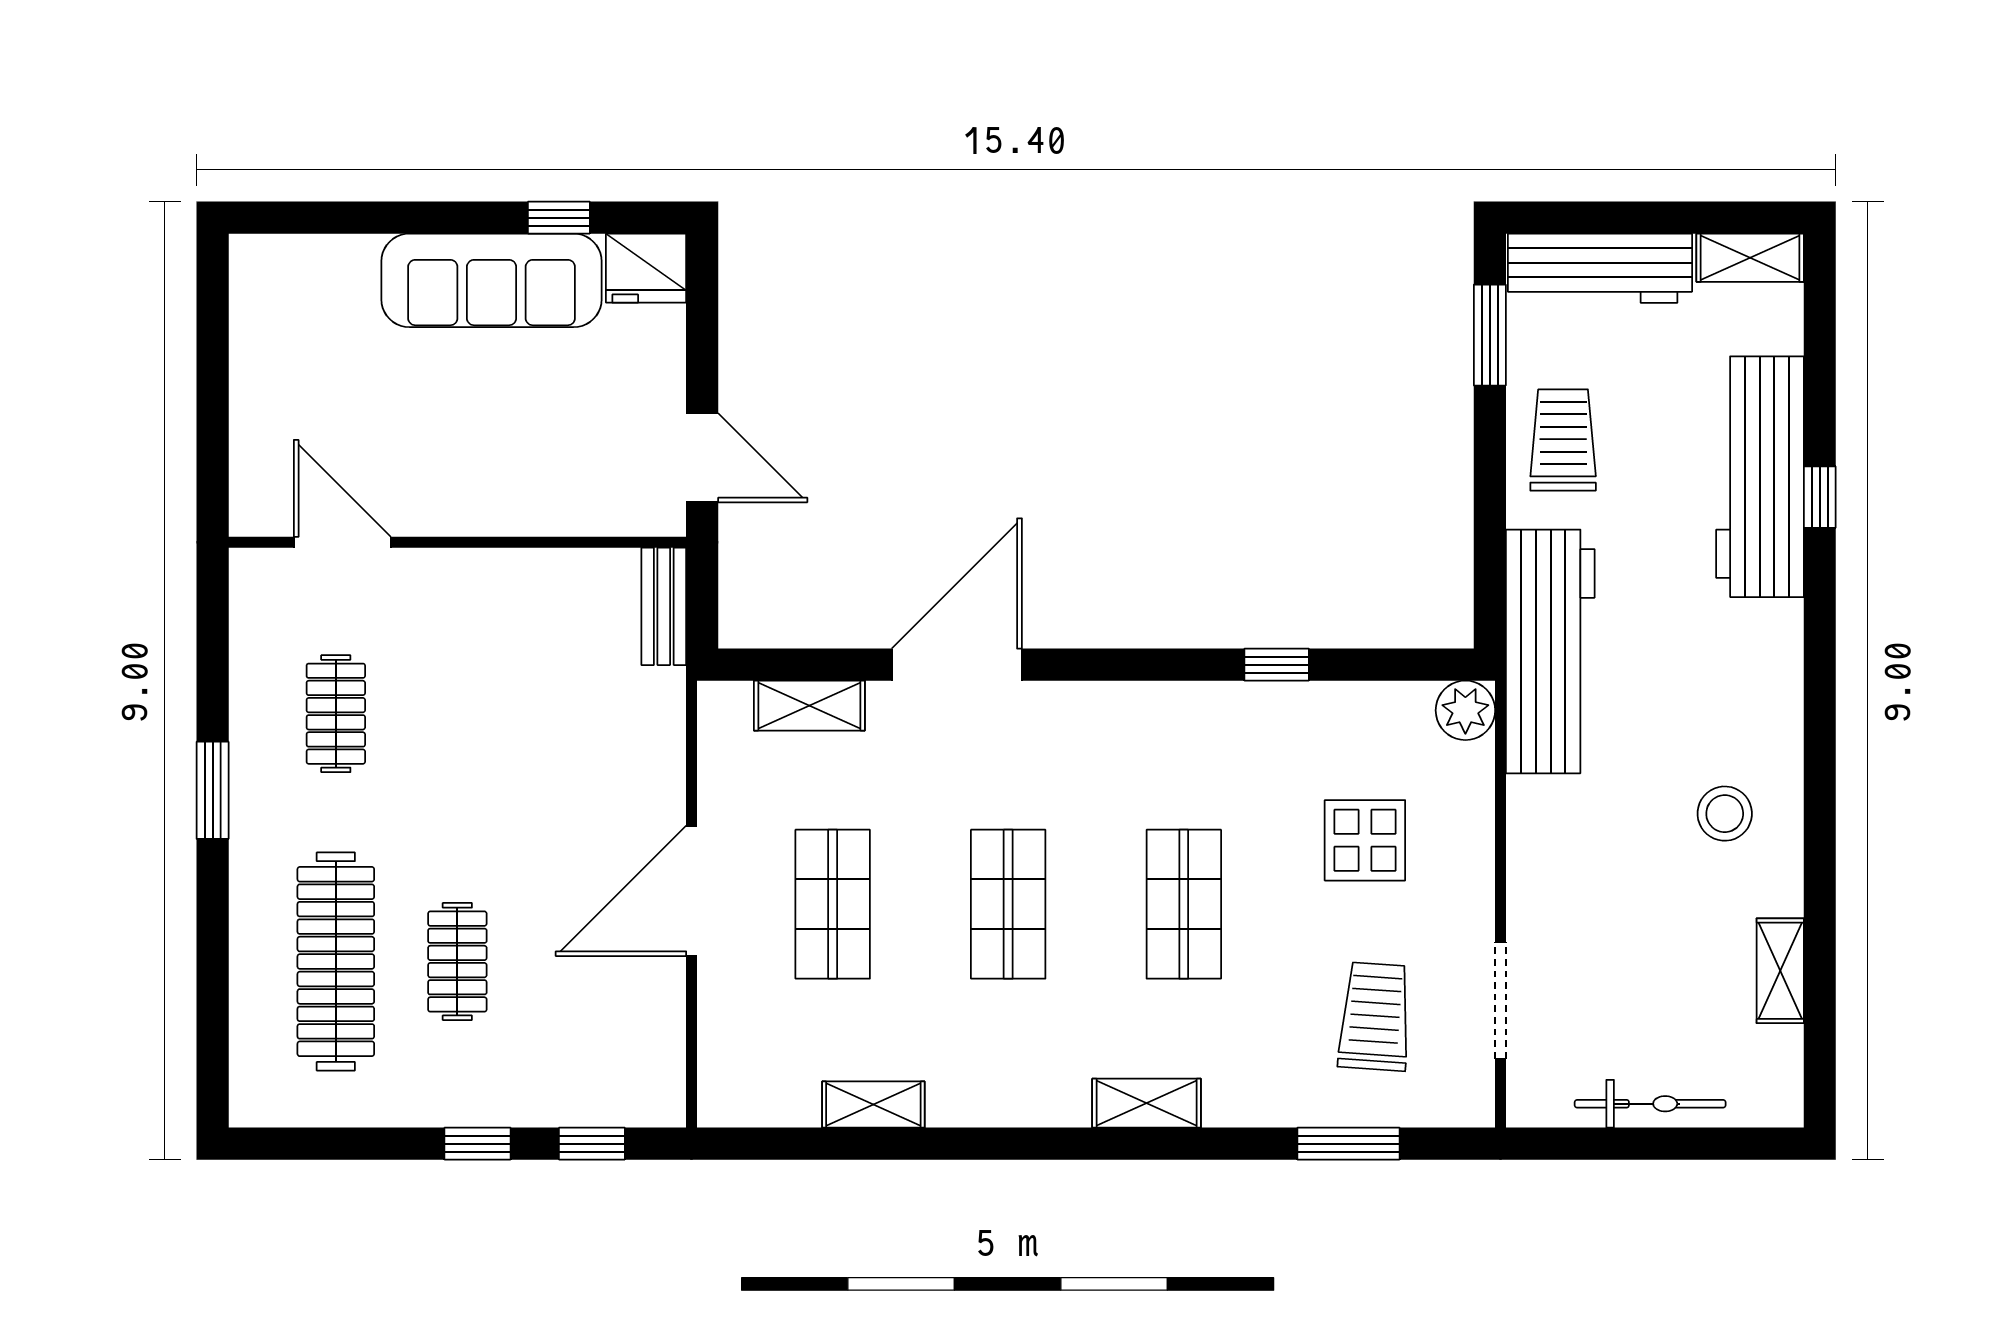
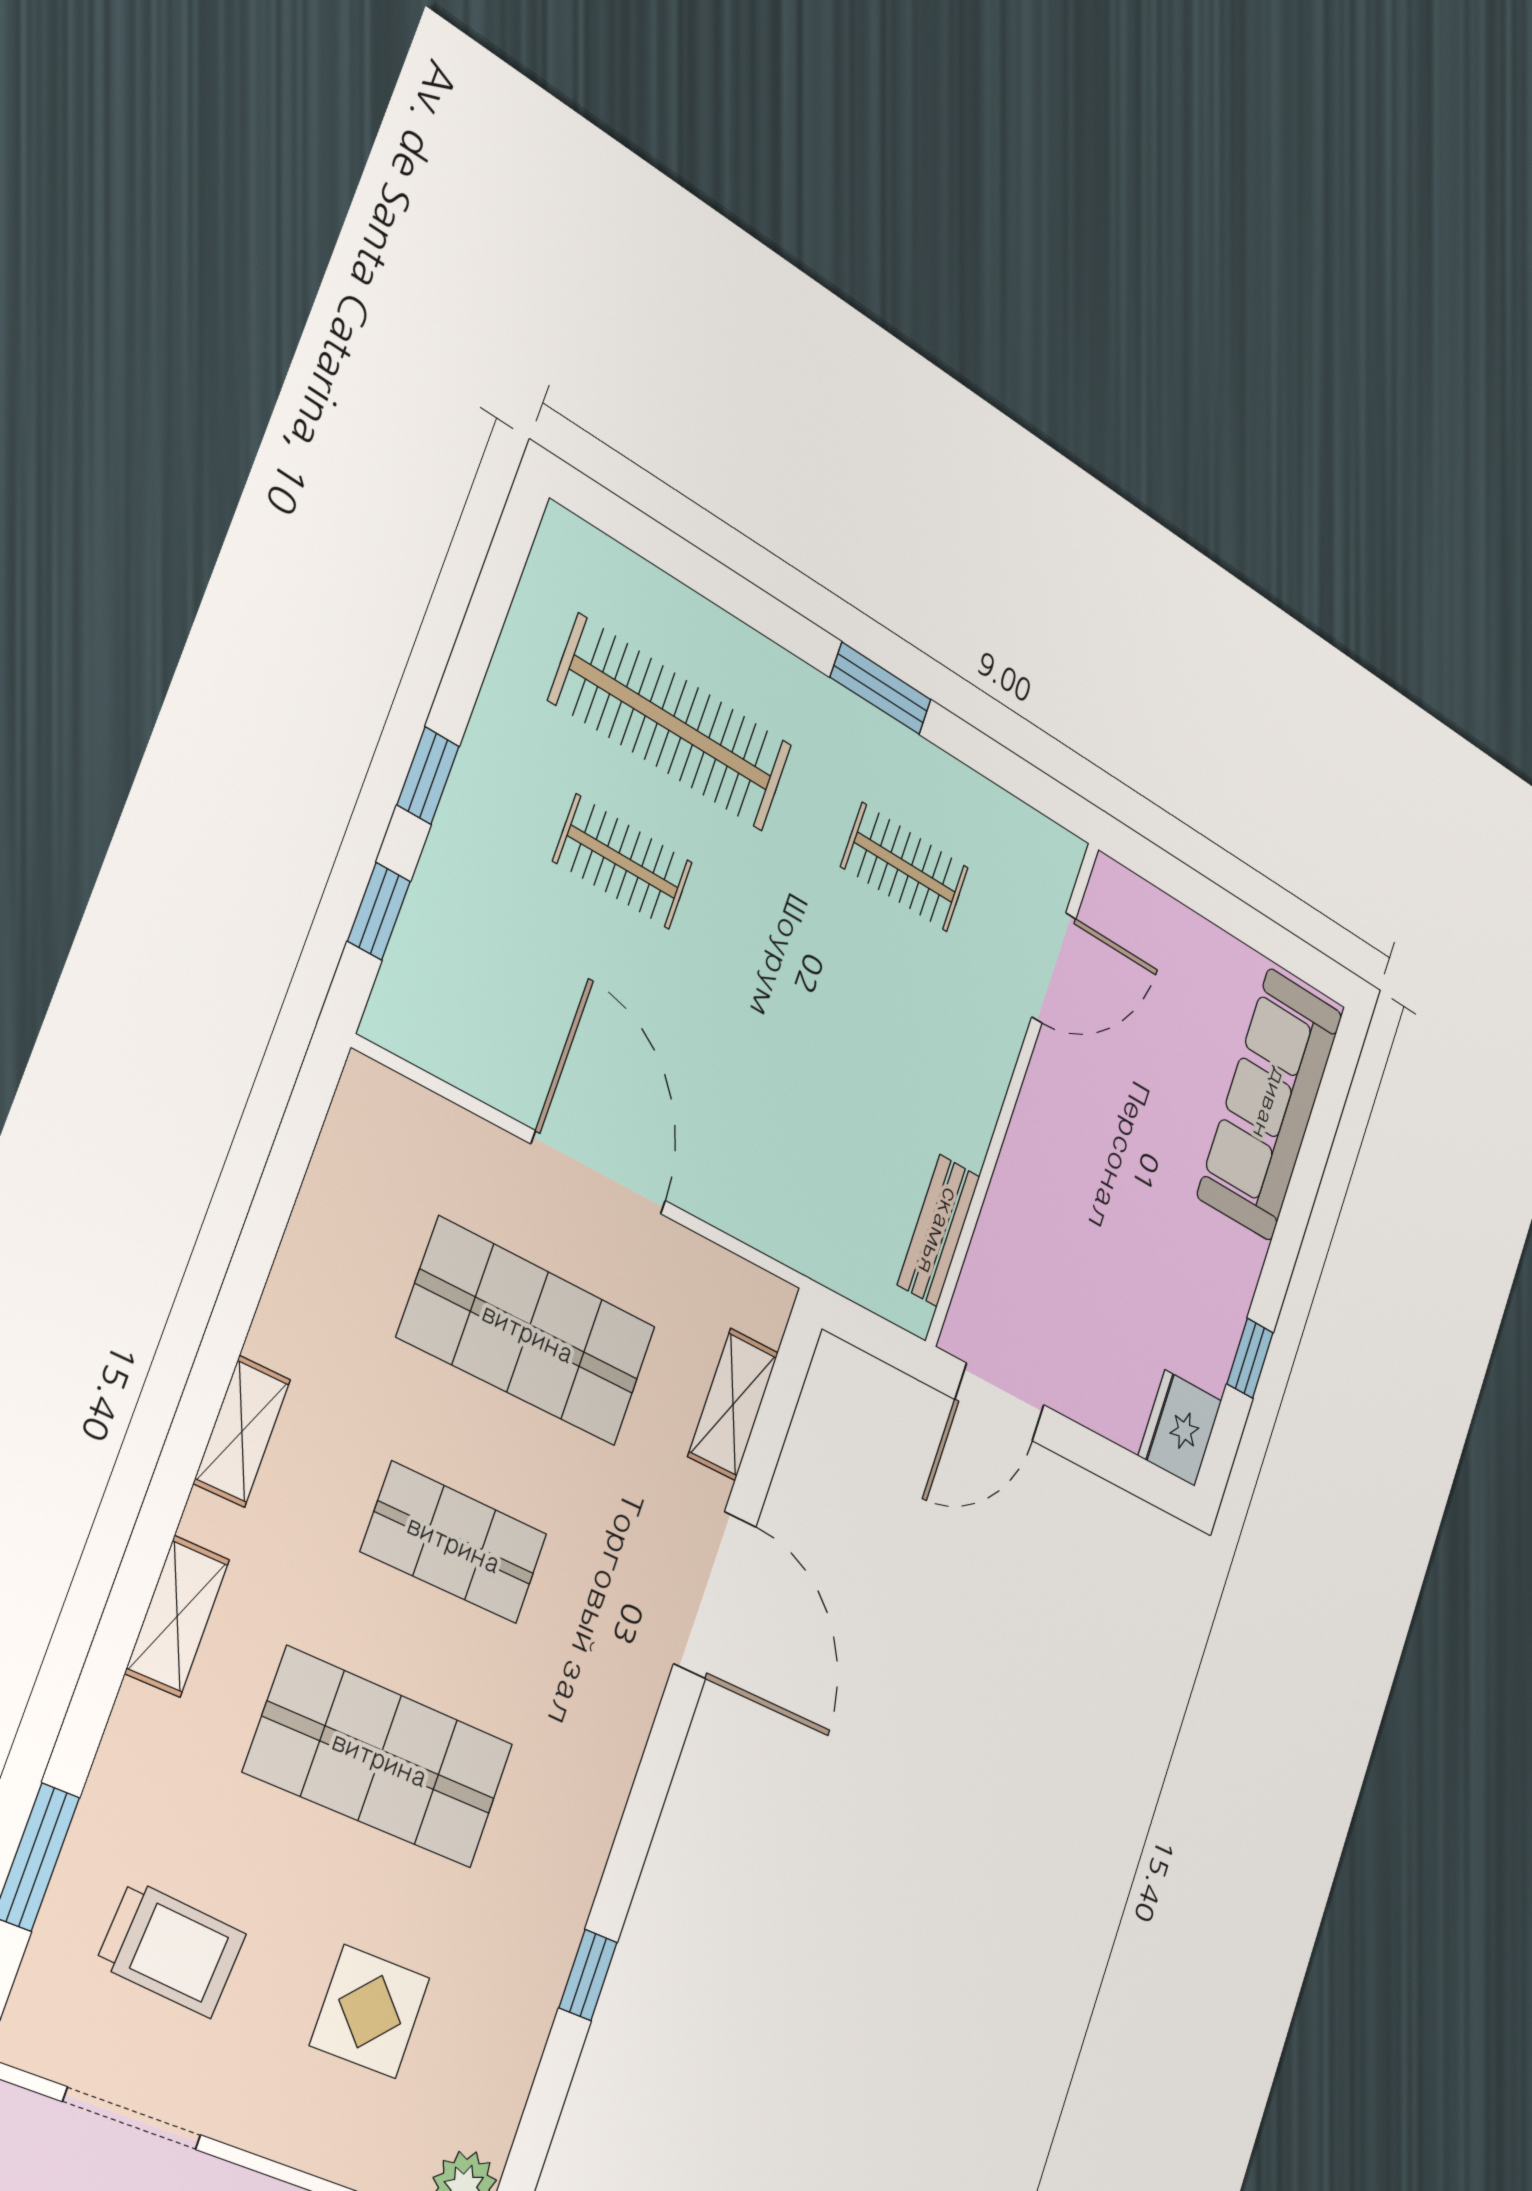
sofa: (492, 280) -> (1270, 1104), moved
bench: (664, 606) -> (939, 1231), moved, turned 90
shop shelf: (833, 904) -> (528, 1332), width x1.43, depth x1.36
shop shelf: (1184, 904) -> (380, 1758), width x1.43, depth x1.36
shelving: (873, 1105) -> (242, 1431), moved

